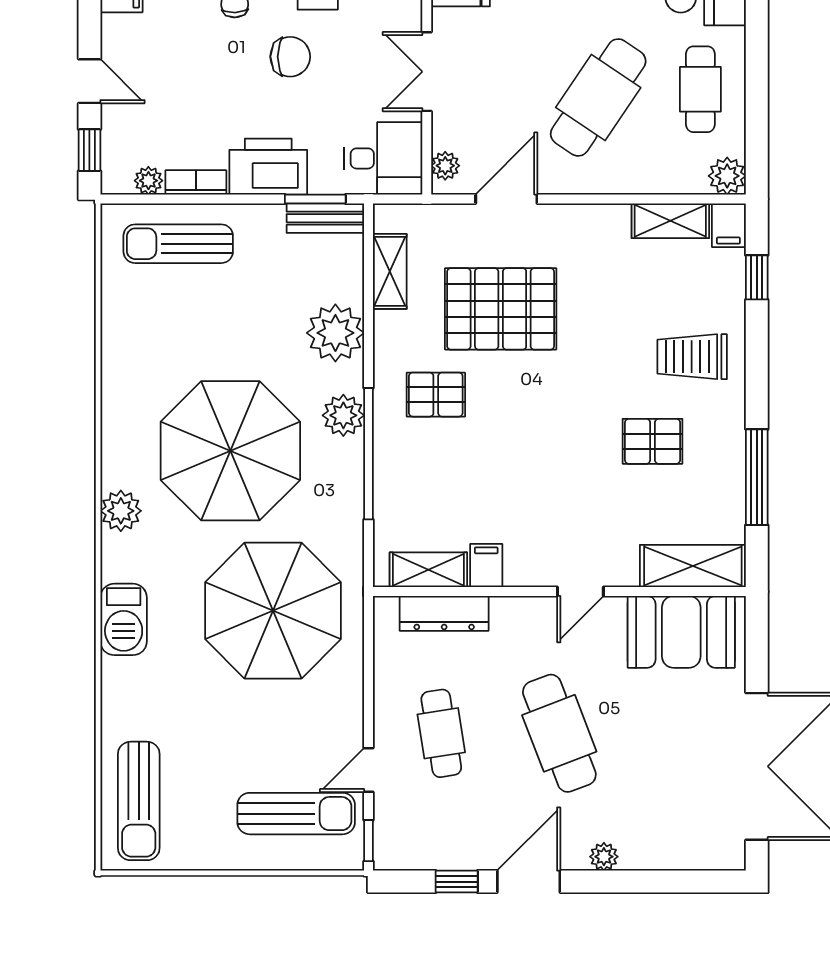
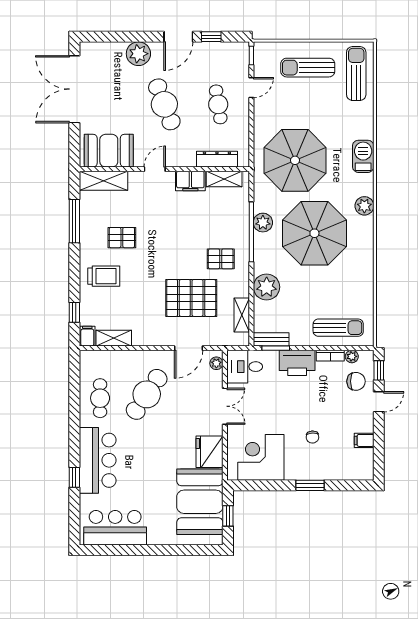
chair: (290, 57) -> (356, 381), moved, turned 180
door: (89, 81) -> (379, 402), swing flipped
plant: (727, 176) -> (88, 359), removed
plant: (343, 415) -> (263, 223), moved
filing cabinet: (486, 566) -> (190, 181), width x2.00
sun lounger: (296, 814) -> (308, 68), moved
plant: (604, 857) -> (138, 54), width x1.87, depth x1.87

